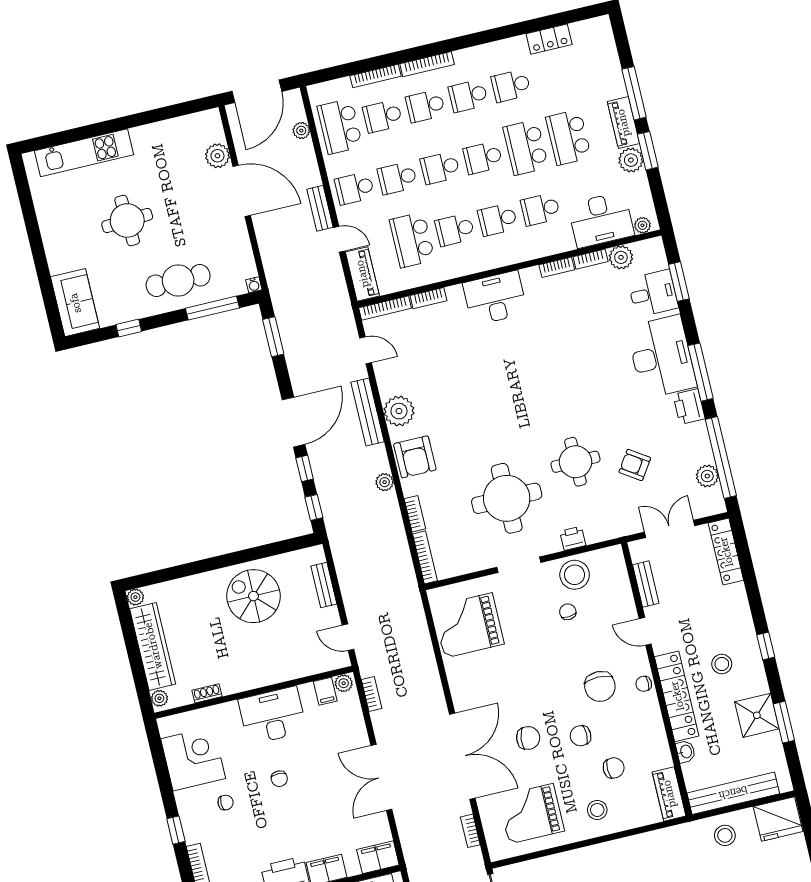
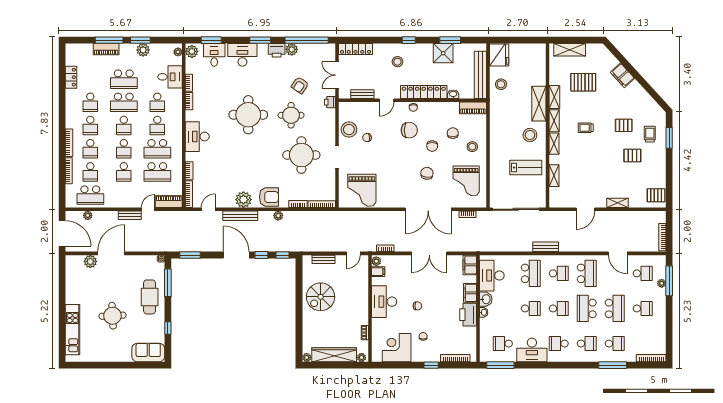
piano: (623, 123) -> (106, 49), moved
school desk: (355, 188) -> (124, 195), removed
desk: (601, 220) -> (170, 77), width x0.73
school desk: (455, 230) -> (157, 149), width x1.85
plant: (621, 257) -> (192, 51), moved
desk: (662, 357) -> (242, 55), width x0.73, depth x0.77
window: (700, 372) -> (260, 40), width x0.69
round table: (558, 383) -> (248, 115), added
plant: (707, 476) -> (292, 49), moved
printer: (573, 538) -> (330, 102), moved
stool: (722, 664) -> (397, 62), moved
double door: (462, 756) -> (428, 209), swing flipped

